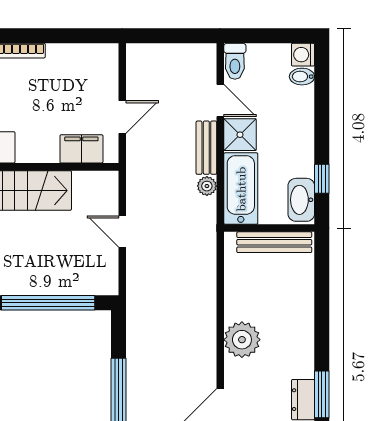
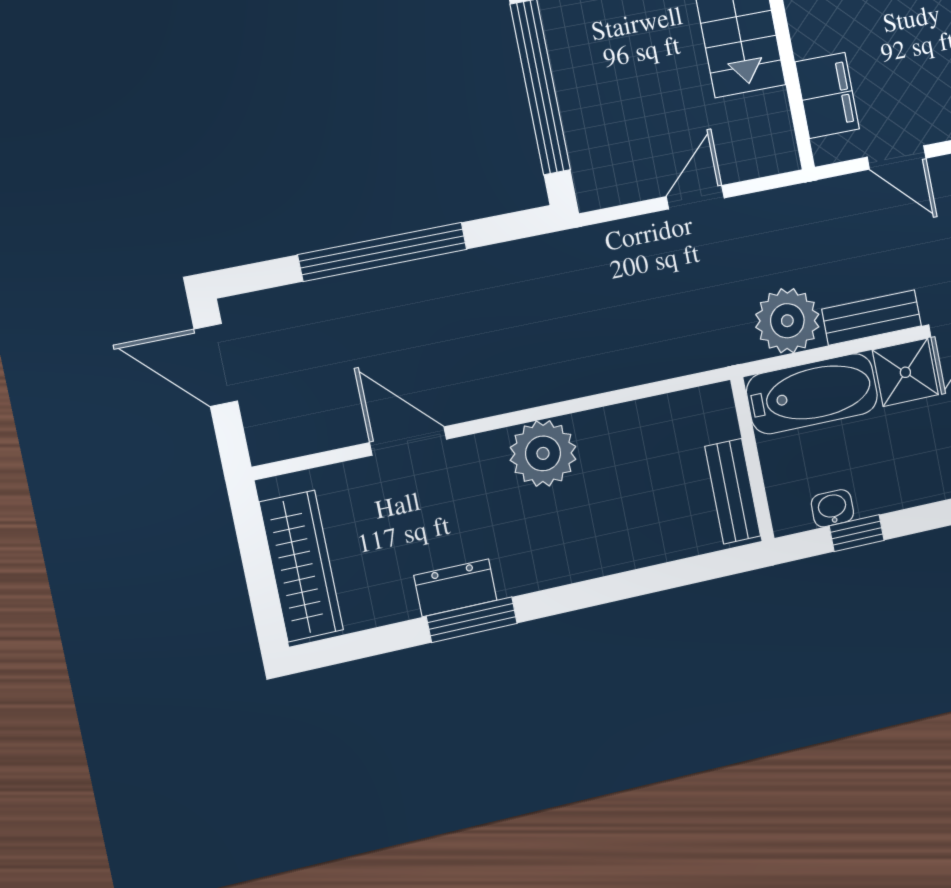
plant: (207, 186) -> (787, 321), width x1.88, depth x1.88
washbasin: (301, 200) -> (832, 508), width x0.52, depth x0.69
bench: (274, 242) -> (733, 491), width x0.73

